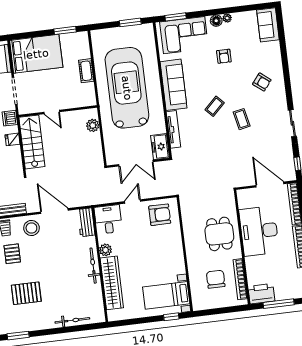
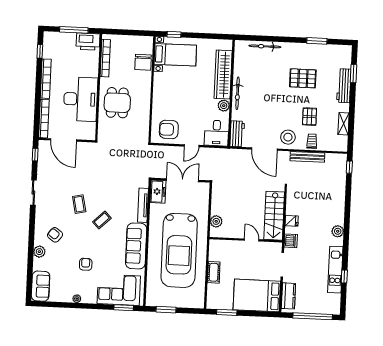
floor lamp: (216, 21) -> (87, 298), removed
plant: (275, 61) -> (39, 252), added
chair: (216, 279) -> (143, 62), moved

